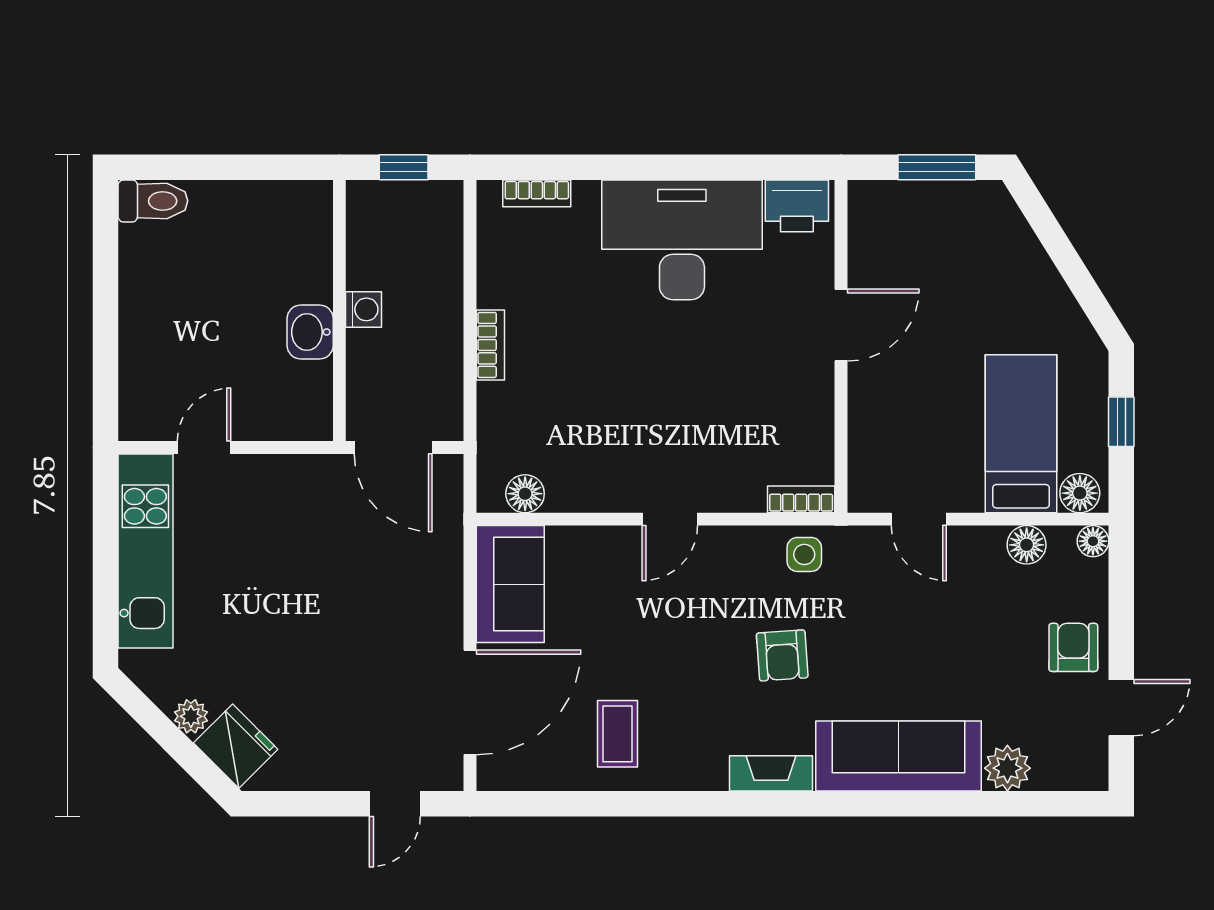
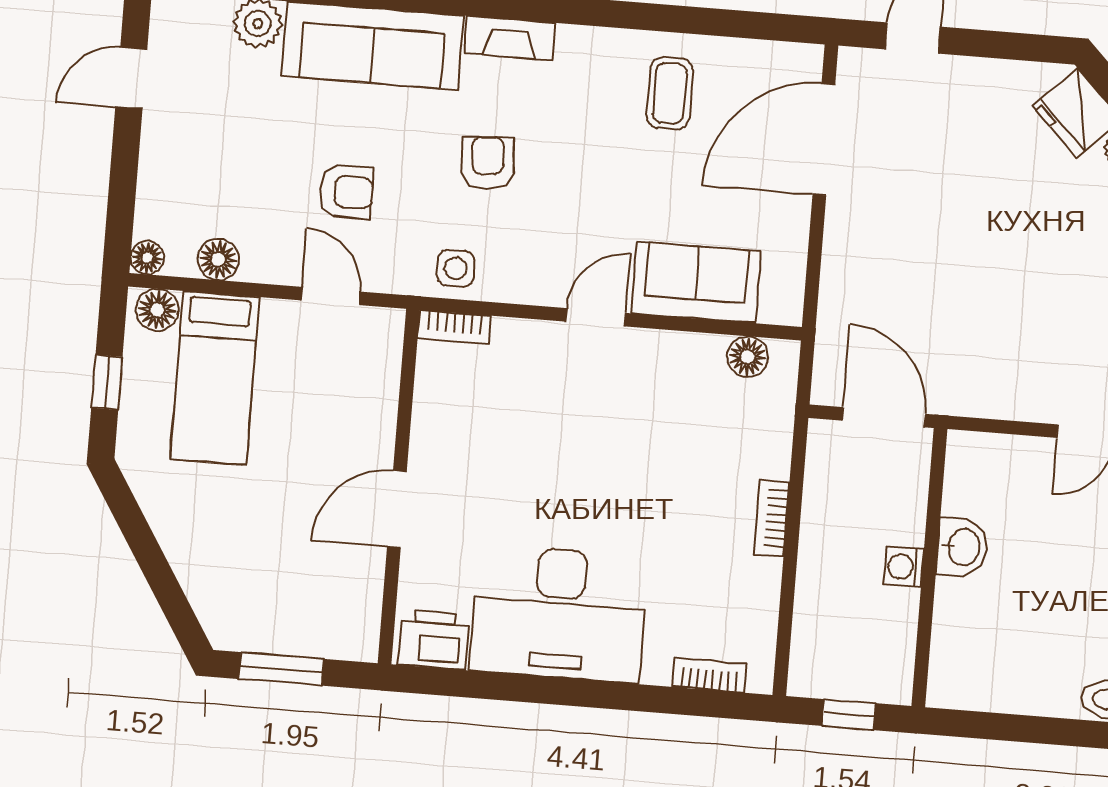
sofa: (510, 584) -> (696, 282), moved, turned 90
armchair: (1073, 647) -> (346, 192), moved, turned -90

